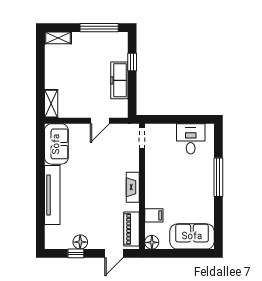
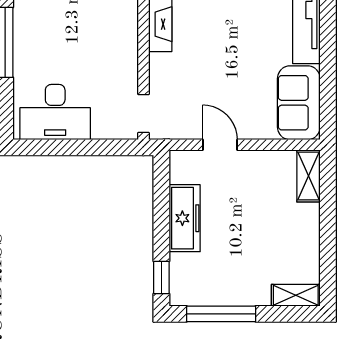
window: (132, 62) -> (161, 278), moved
door: (100, 121) -> (220, 145), hinge flipped
desk: (191, 139) -> (55, 112), width x1.37

